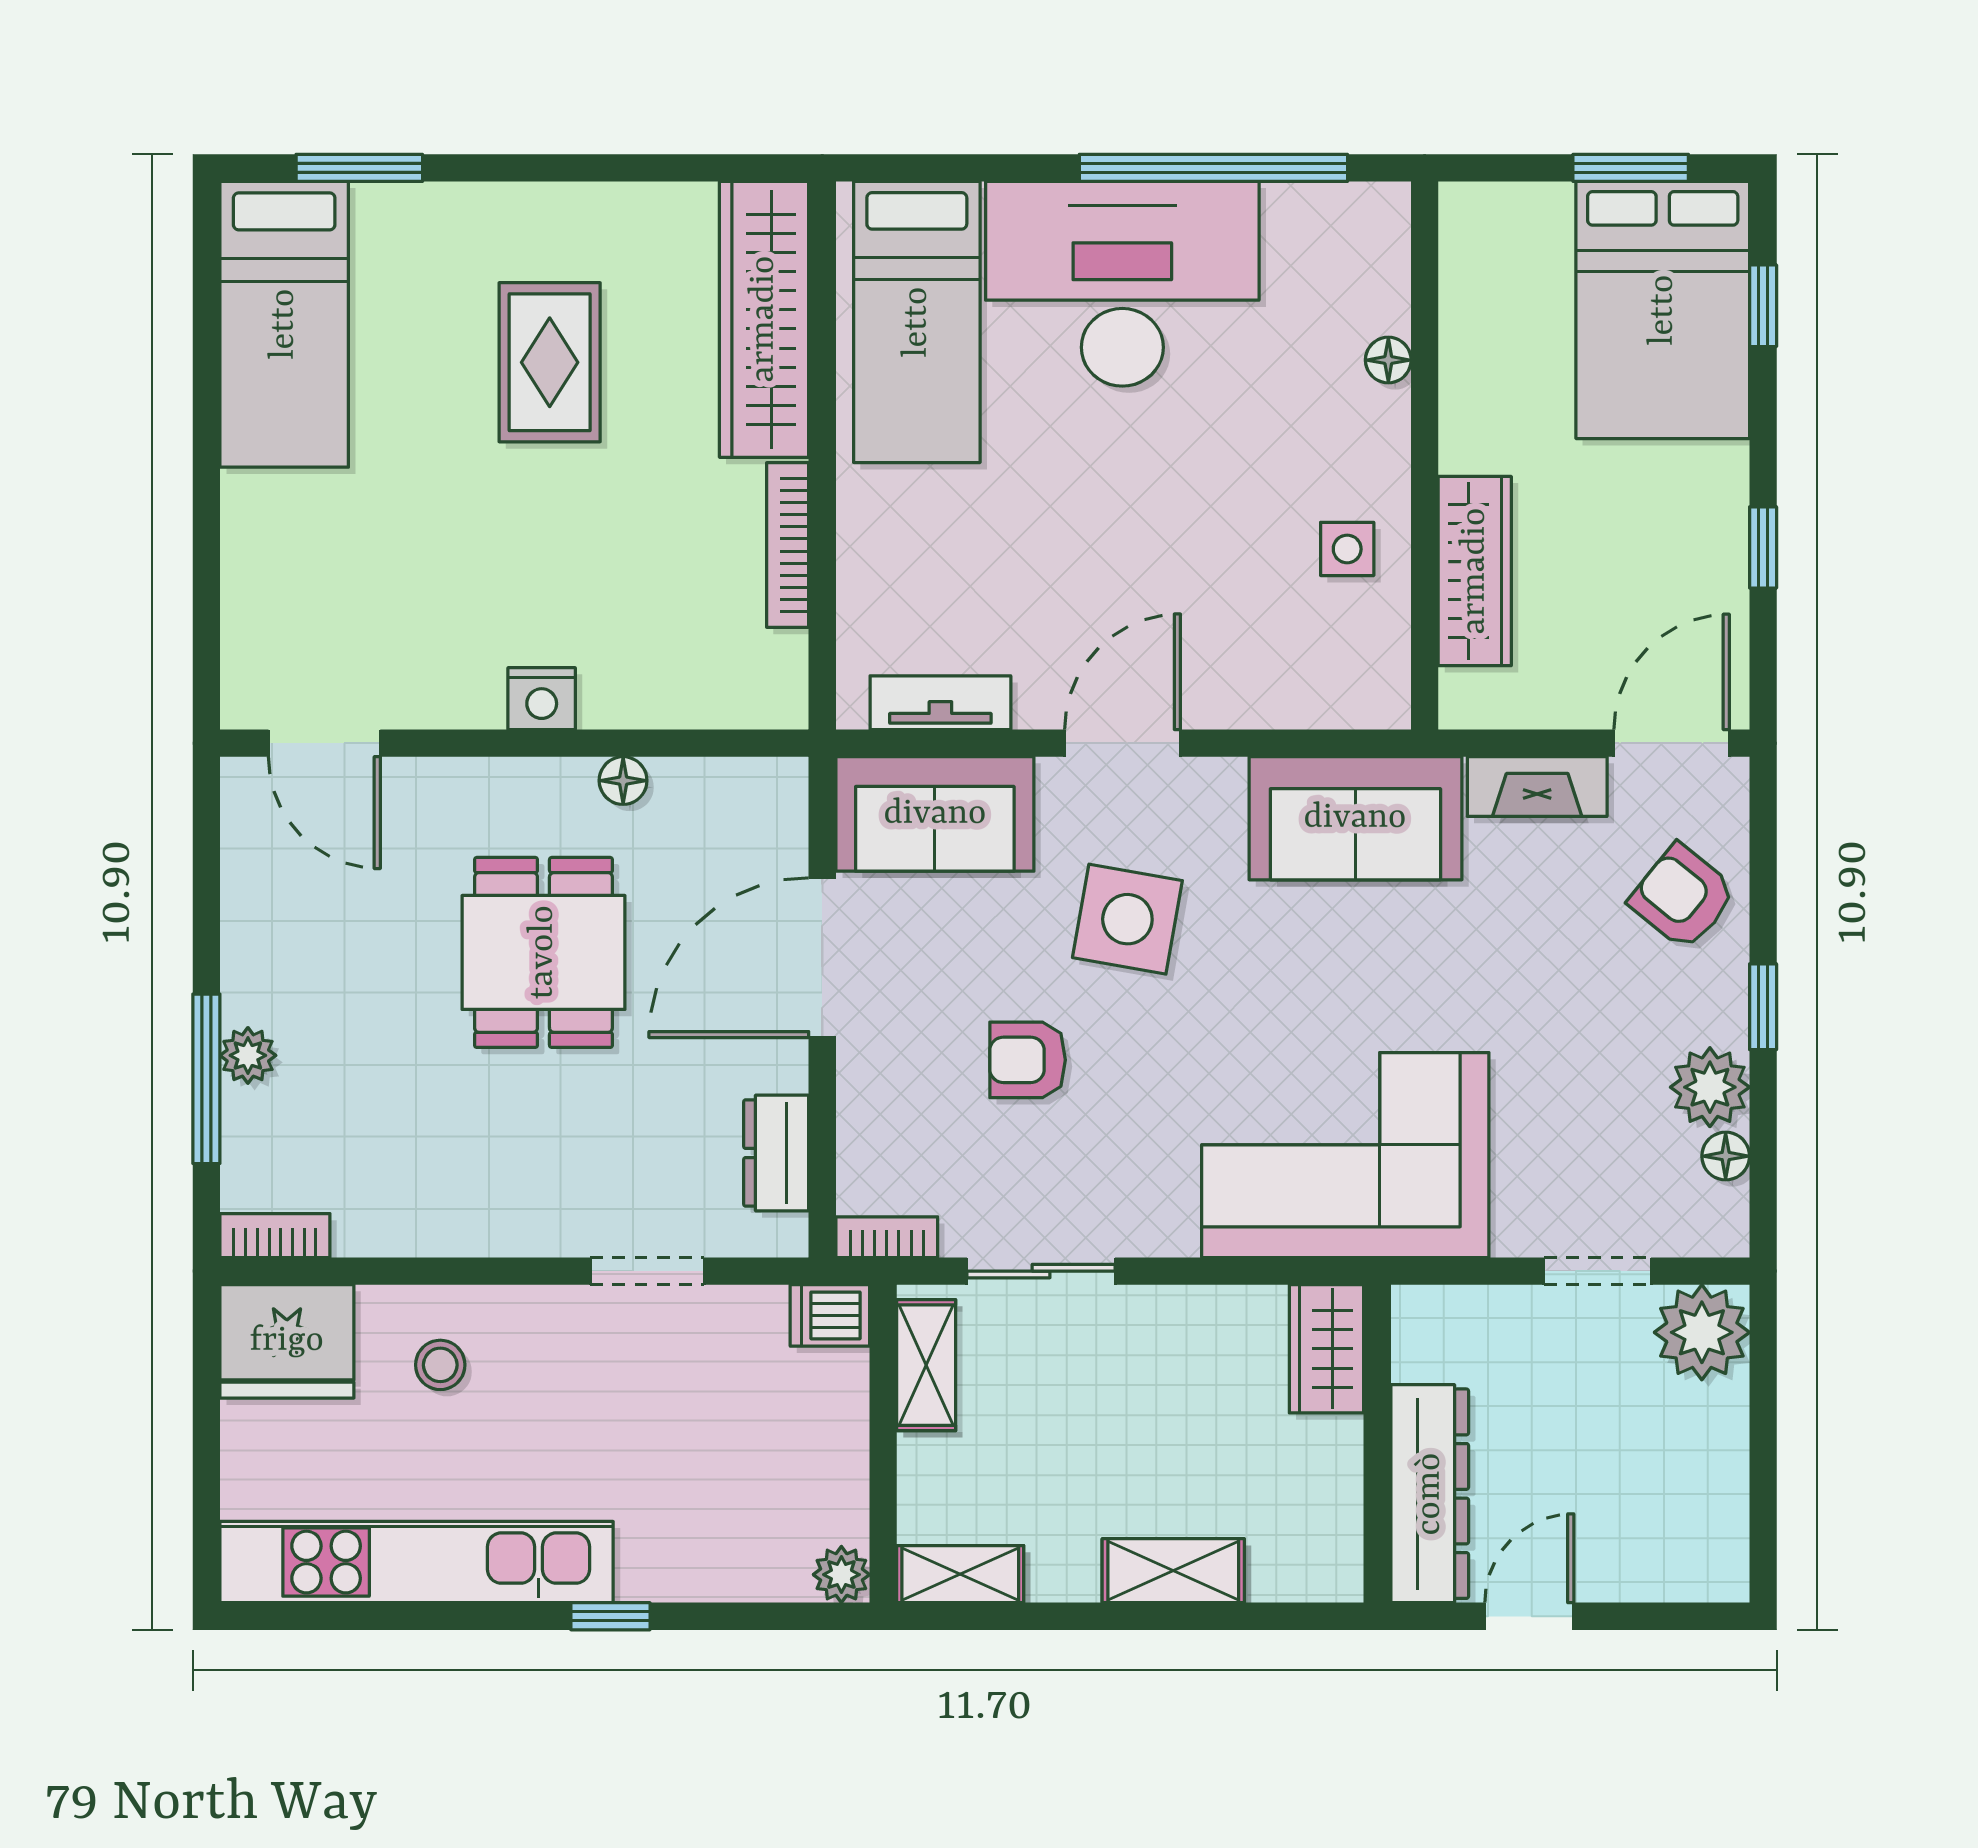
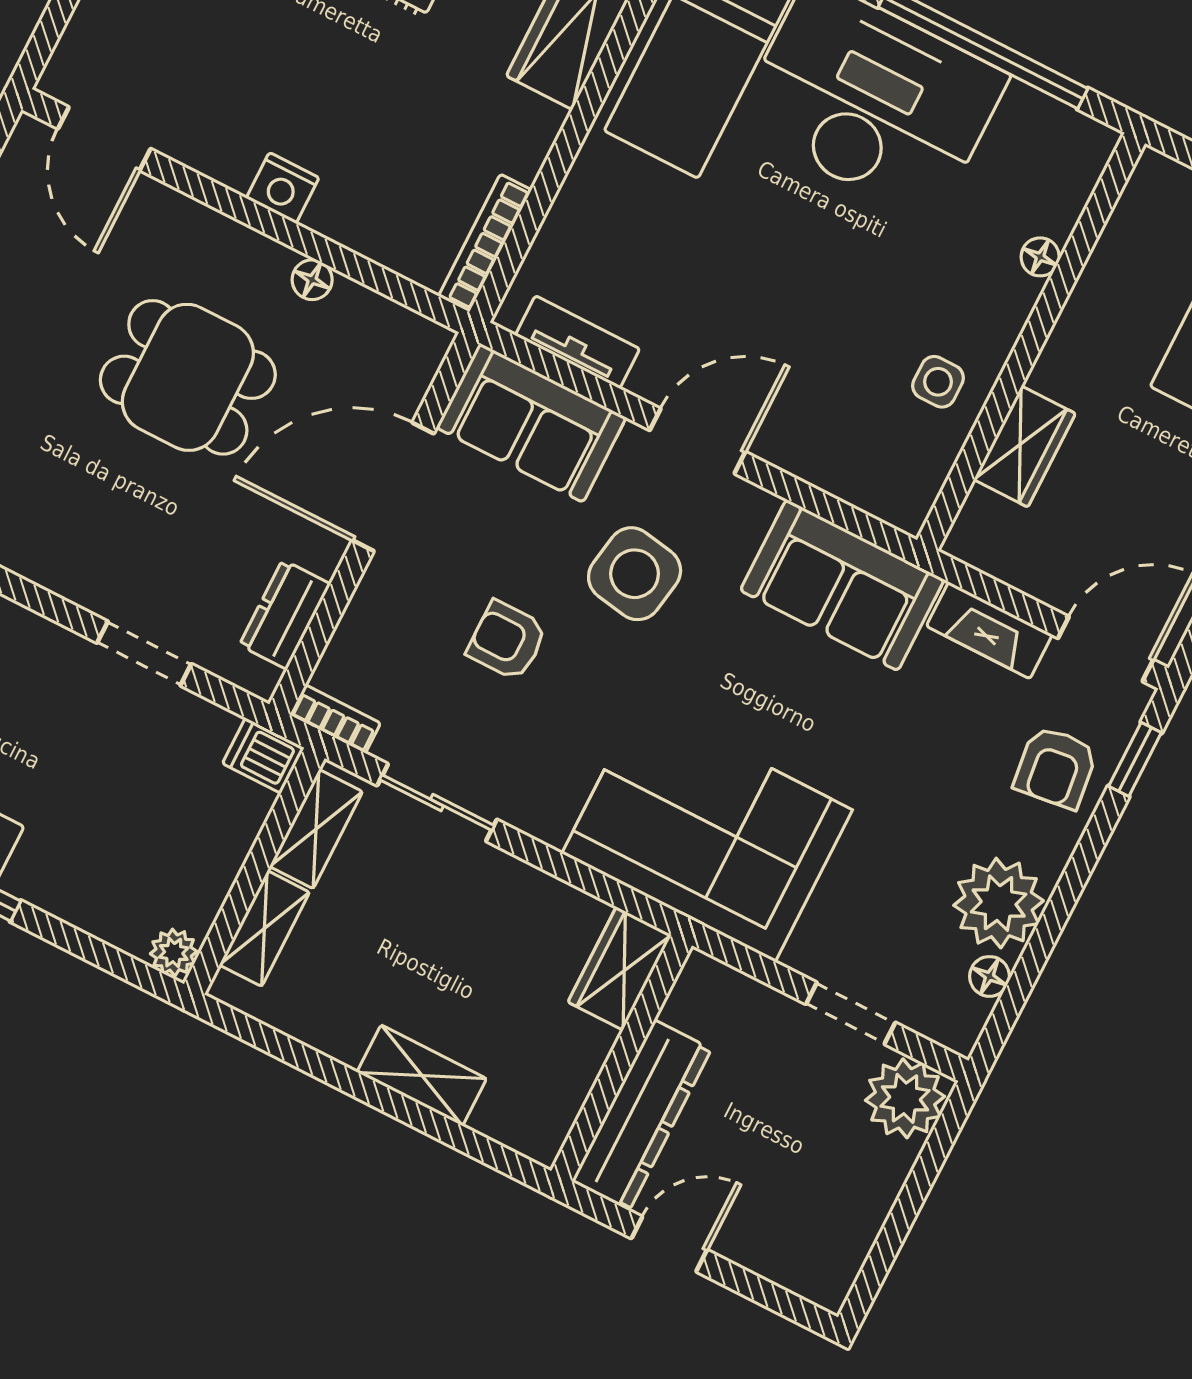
bookcase: (788, 545) -> (485, 243), moved
wardrobe: (1475, 571) -> (1025, 447), width x0.67
armchair: (1683, 897) -> (1056, 767), turned -136
dining table: (543, 952) -> (188, 377), turned 90
window: (1763, 1007) -> (1135, 759), moved
plant: (1710, 1087) -> (999, 903), width x1.36, depth x1.36
shelving: (960, 1574) -> (264, 929), moved, turned 90

